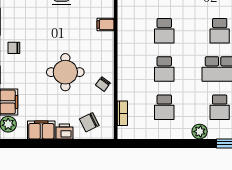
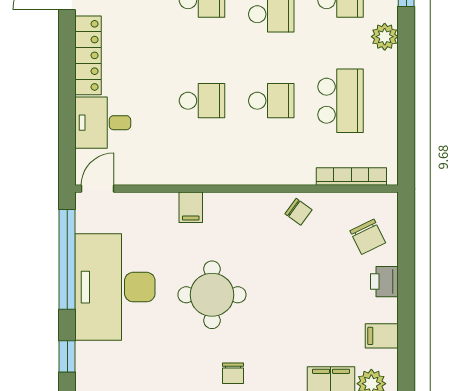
round table: (65, 72) -> (212, 295), moved
school desk: (164, 107) -> (341, 101), width x1.85
bookcase: (122, 113) -> (351, 177), width x1.56
filing cabinet: (41, 130) -> (382, 336), width x0.50

